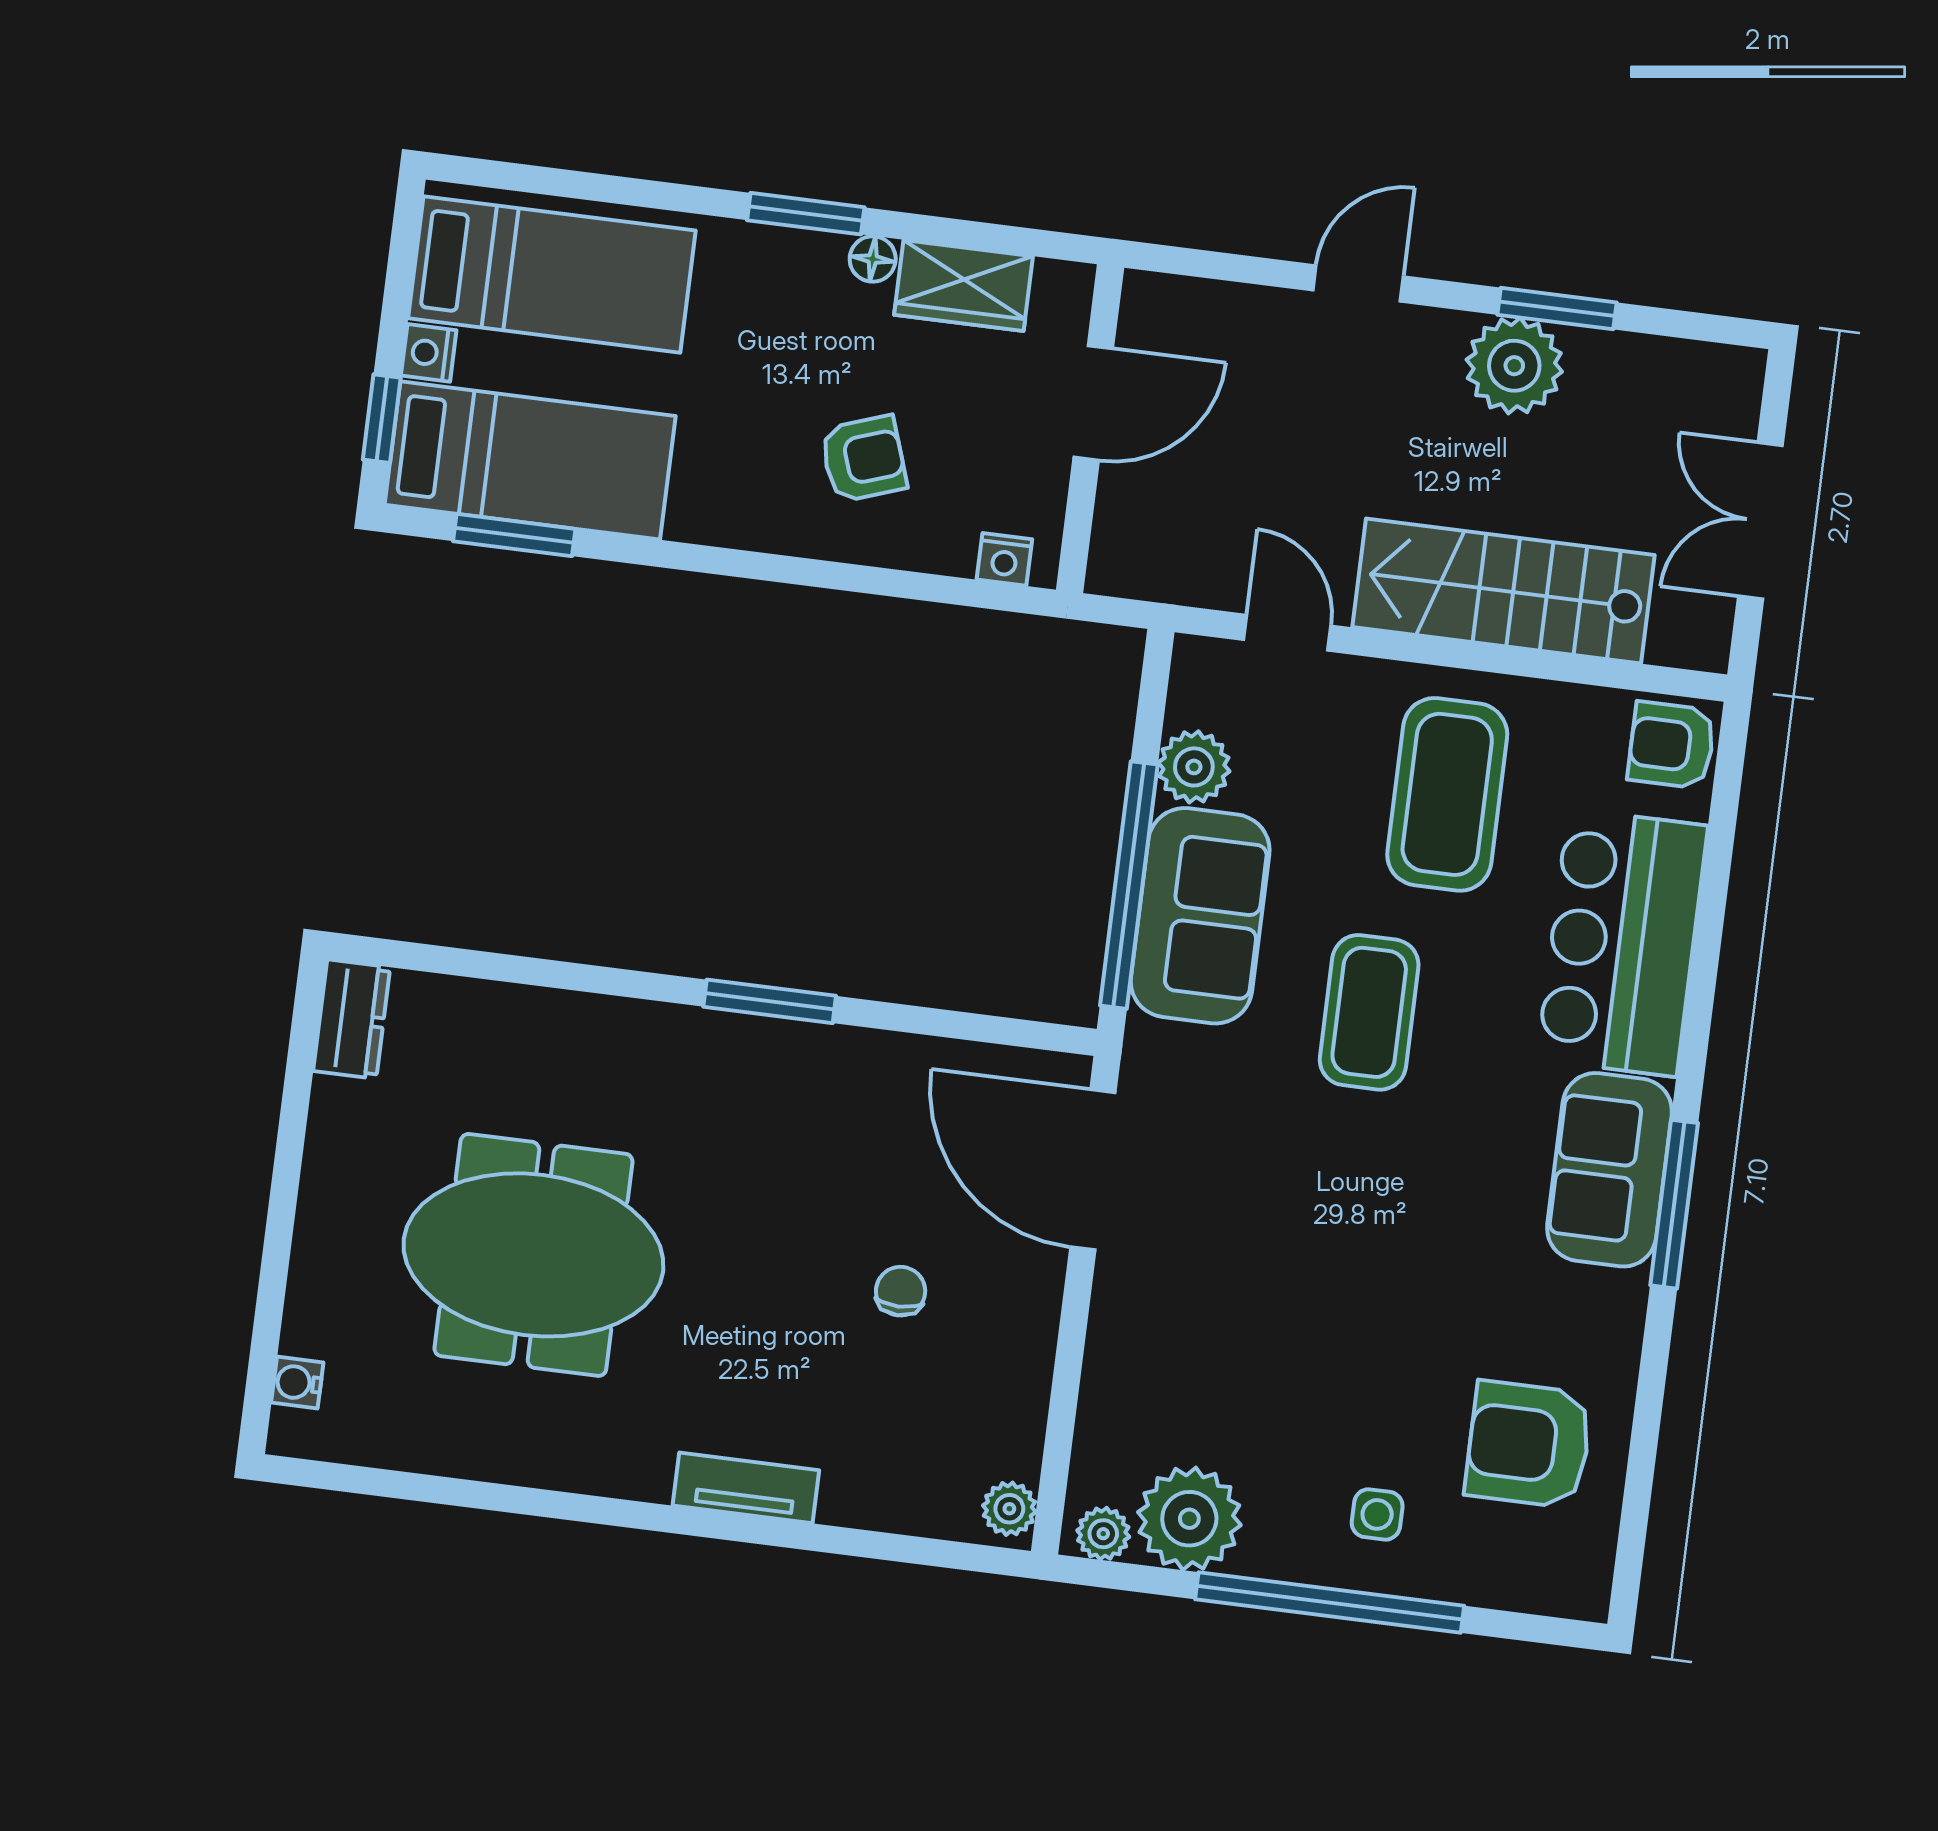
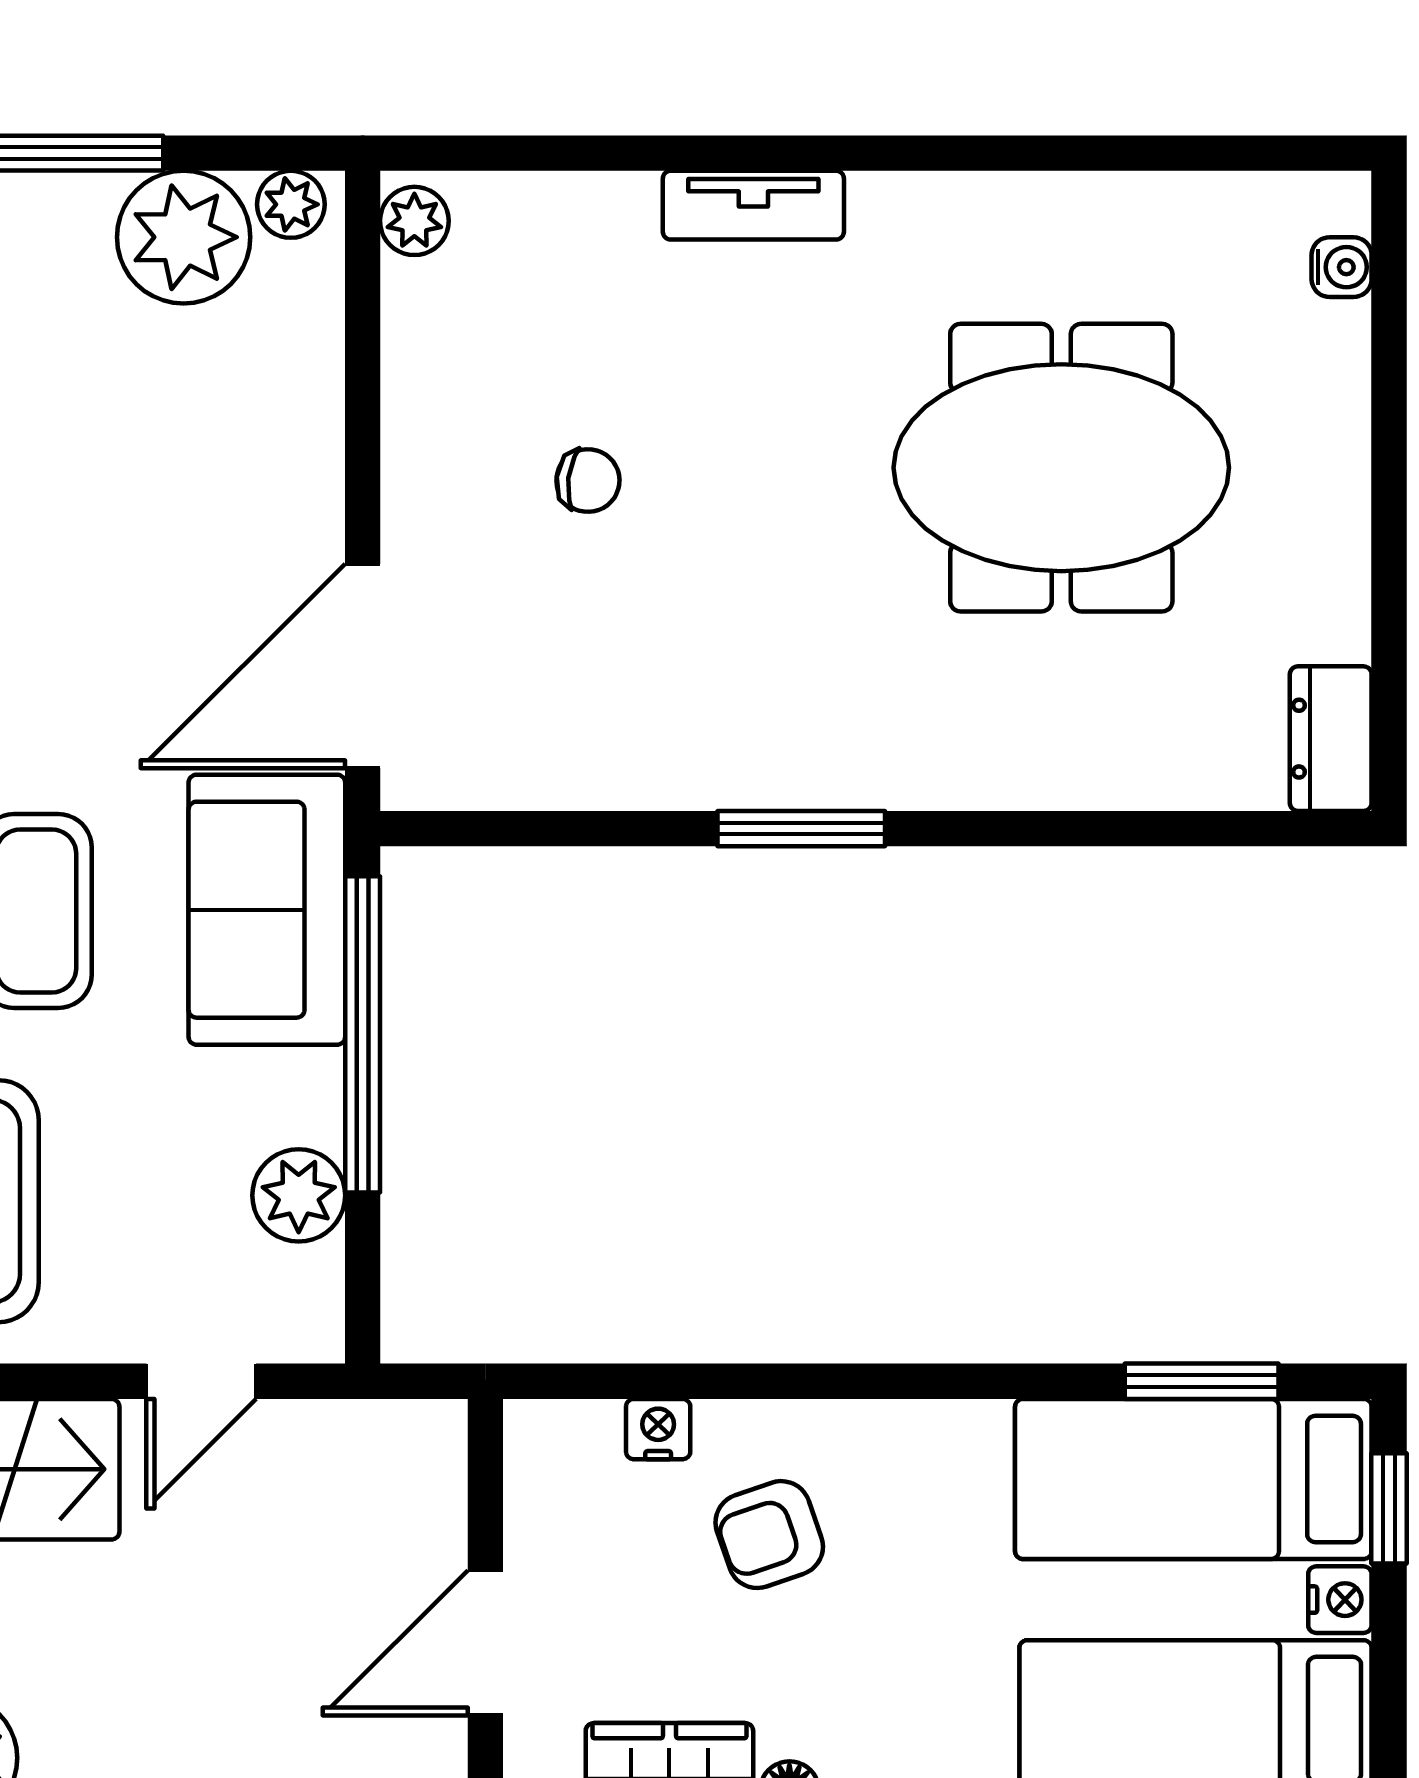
nightstand: (1004, 559) -> (658, 1429), moved
door: (1287, 633) -> (201, 1381), hinge flipped
sofa: (1200, 916) -> (267, 910), moved
door: (1093, 1170) -> (363, 666), swing flipped
chair: (901, 1291) -> (588, 481), turned -83

